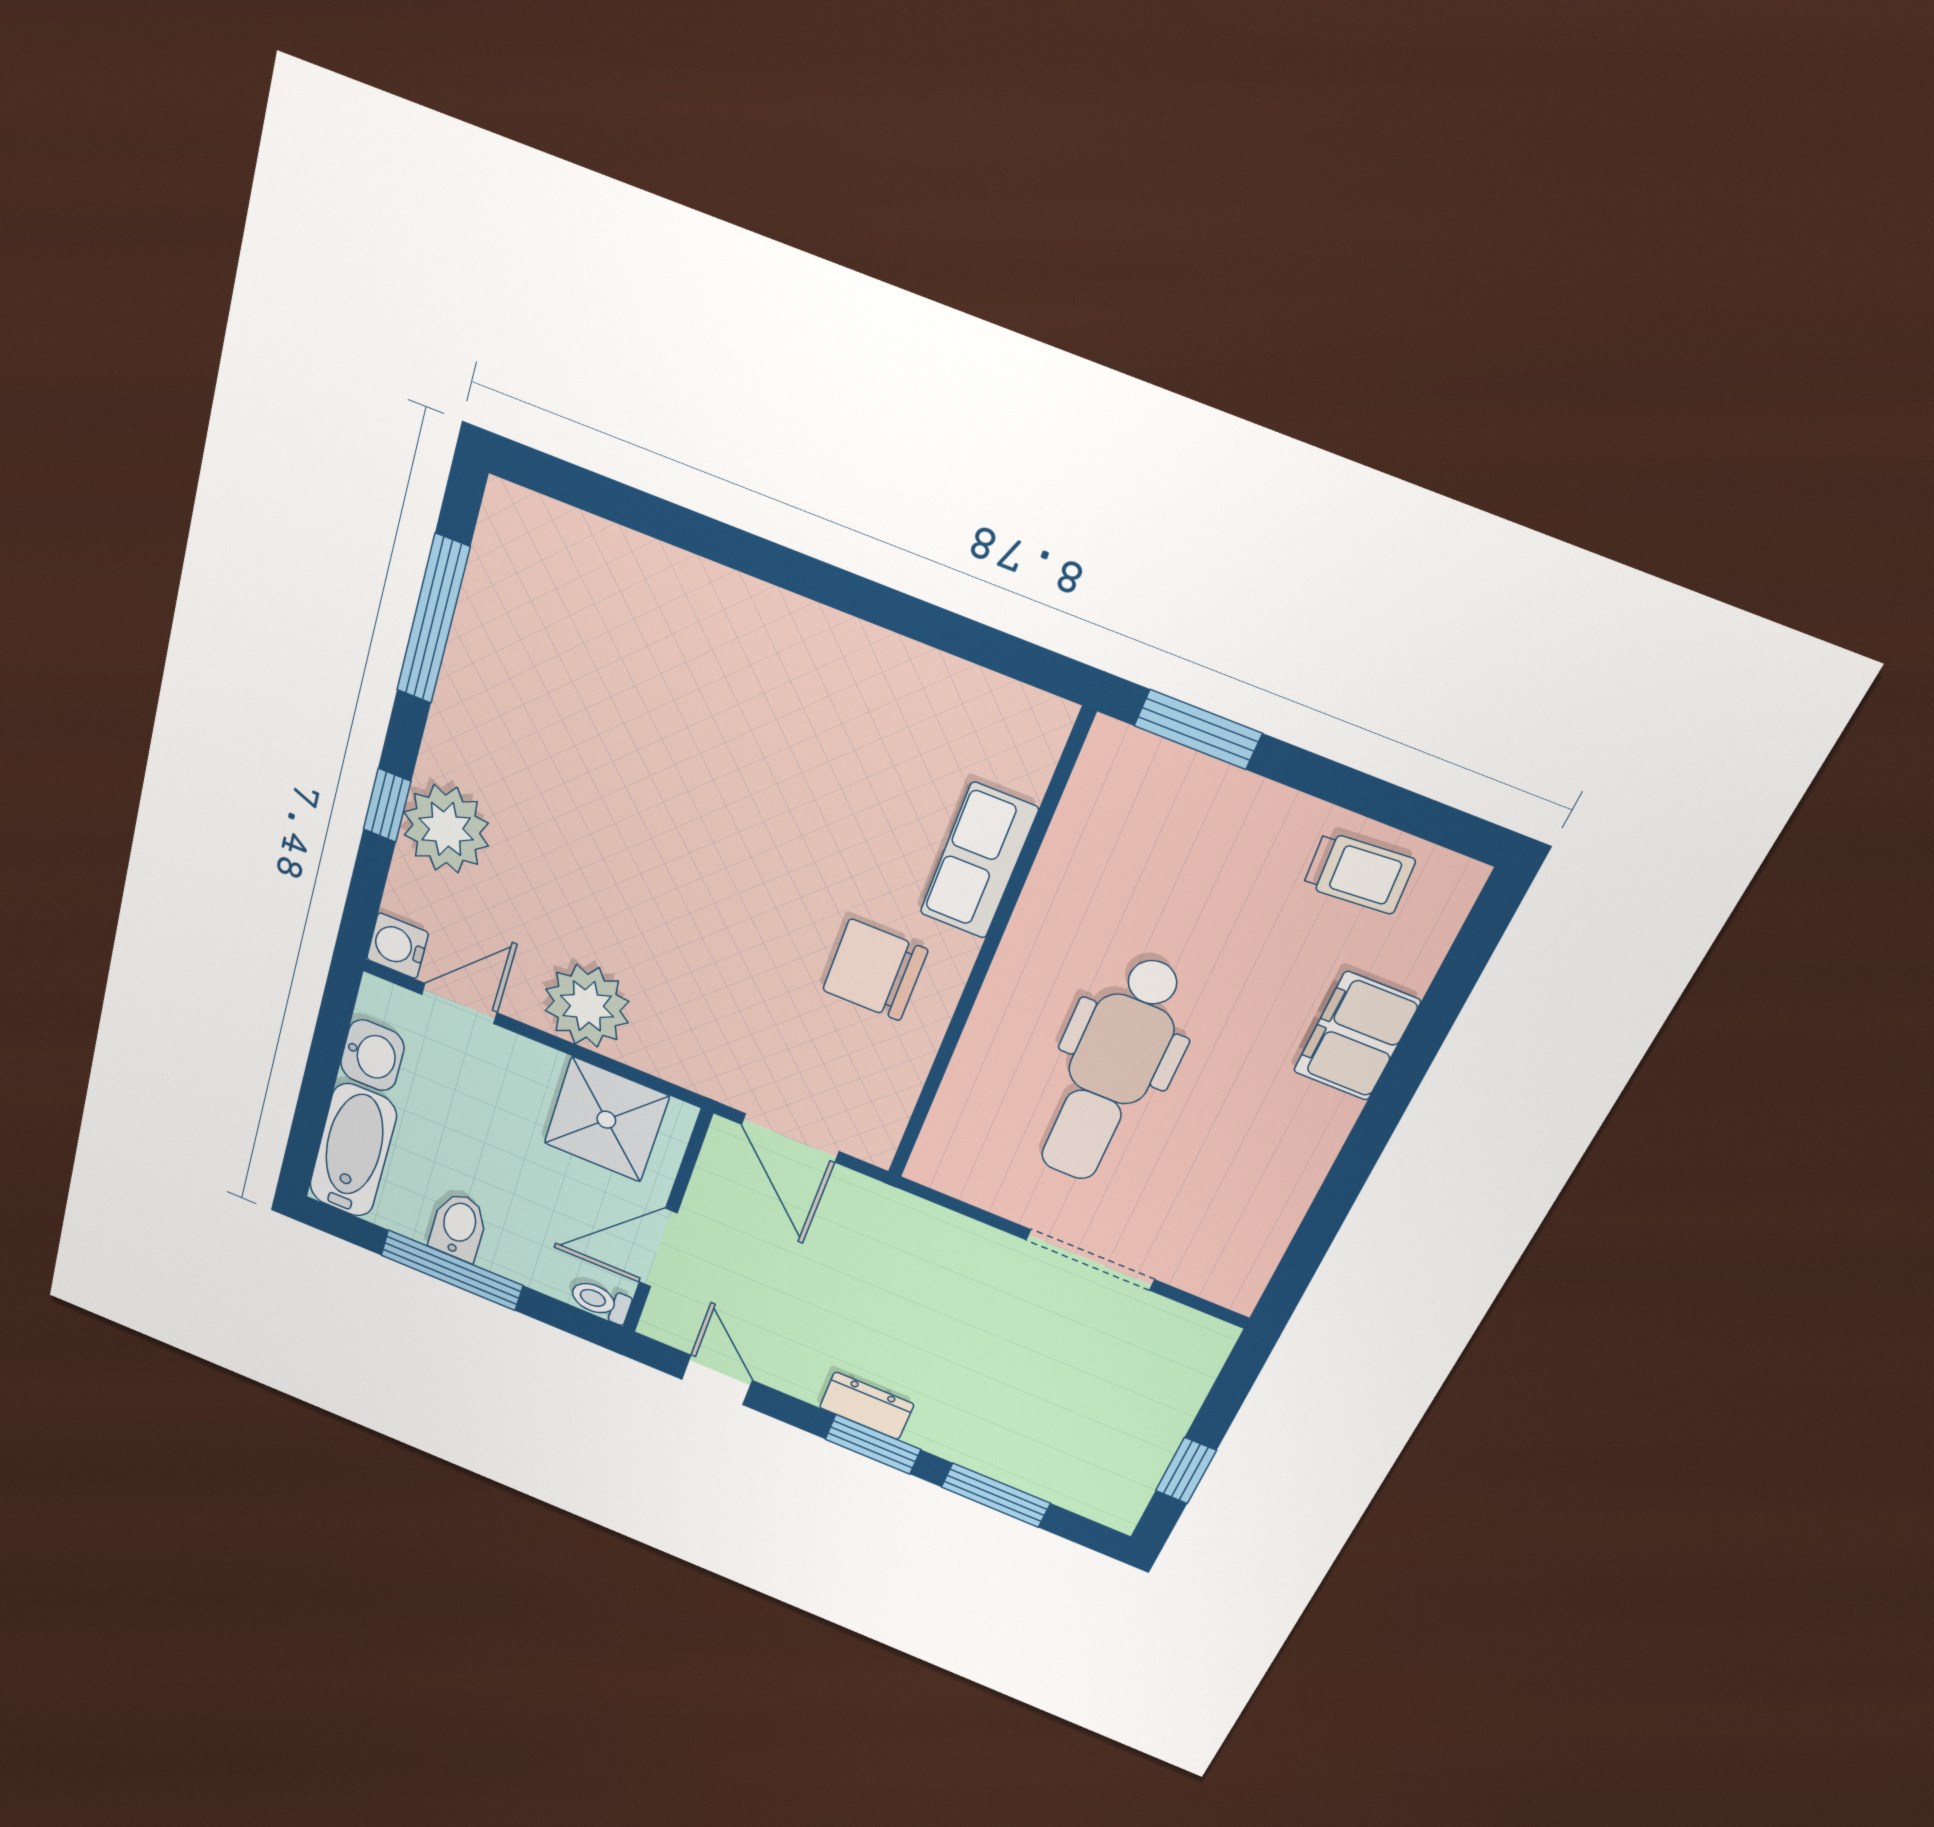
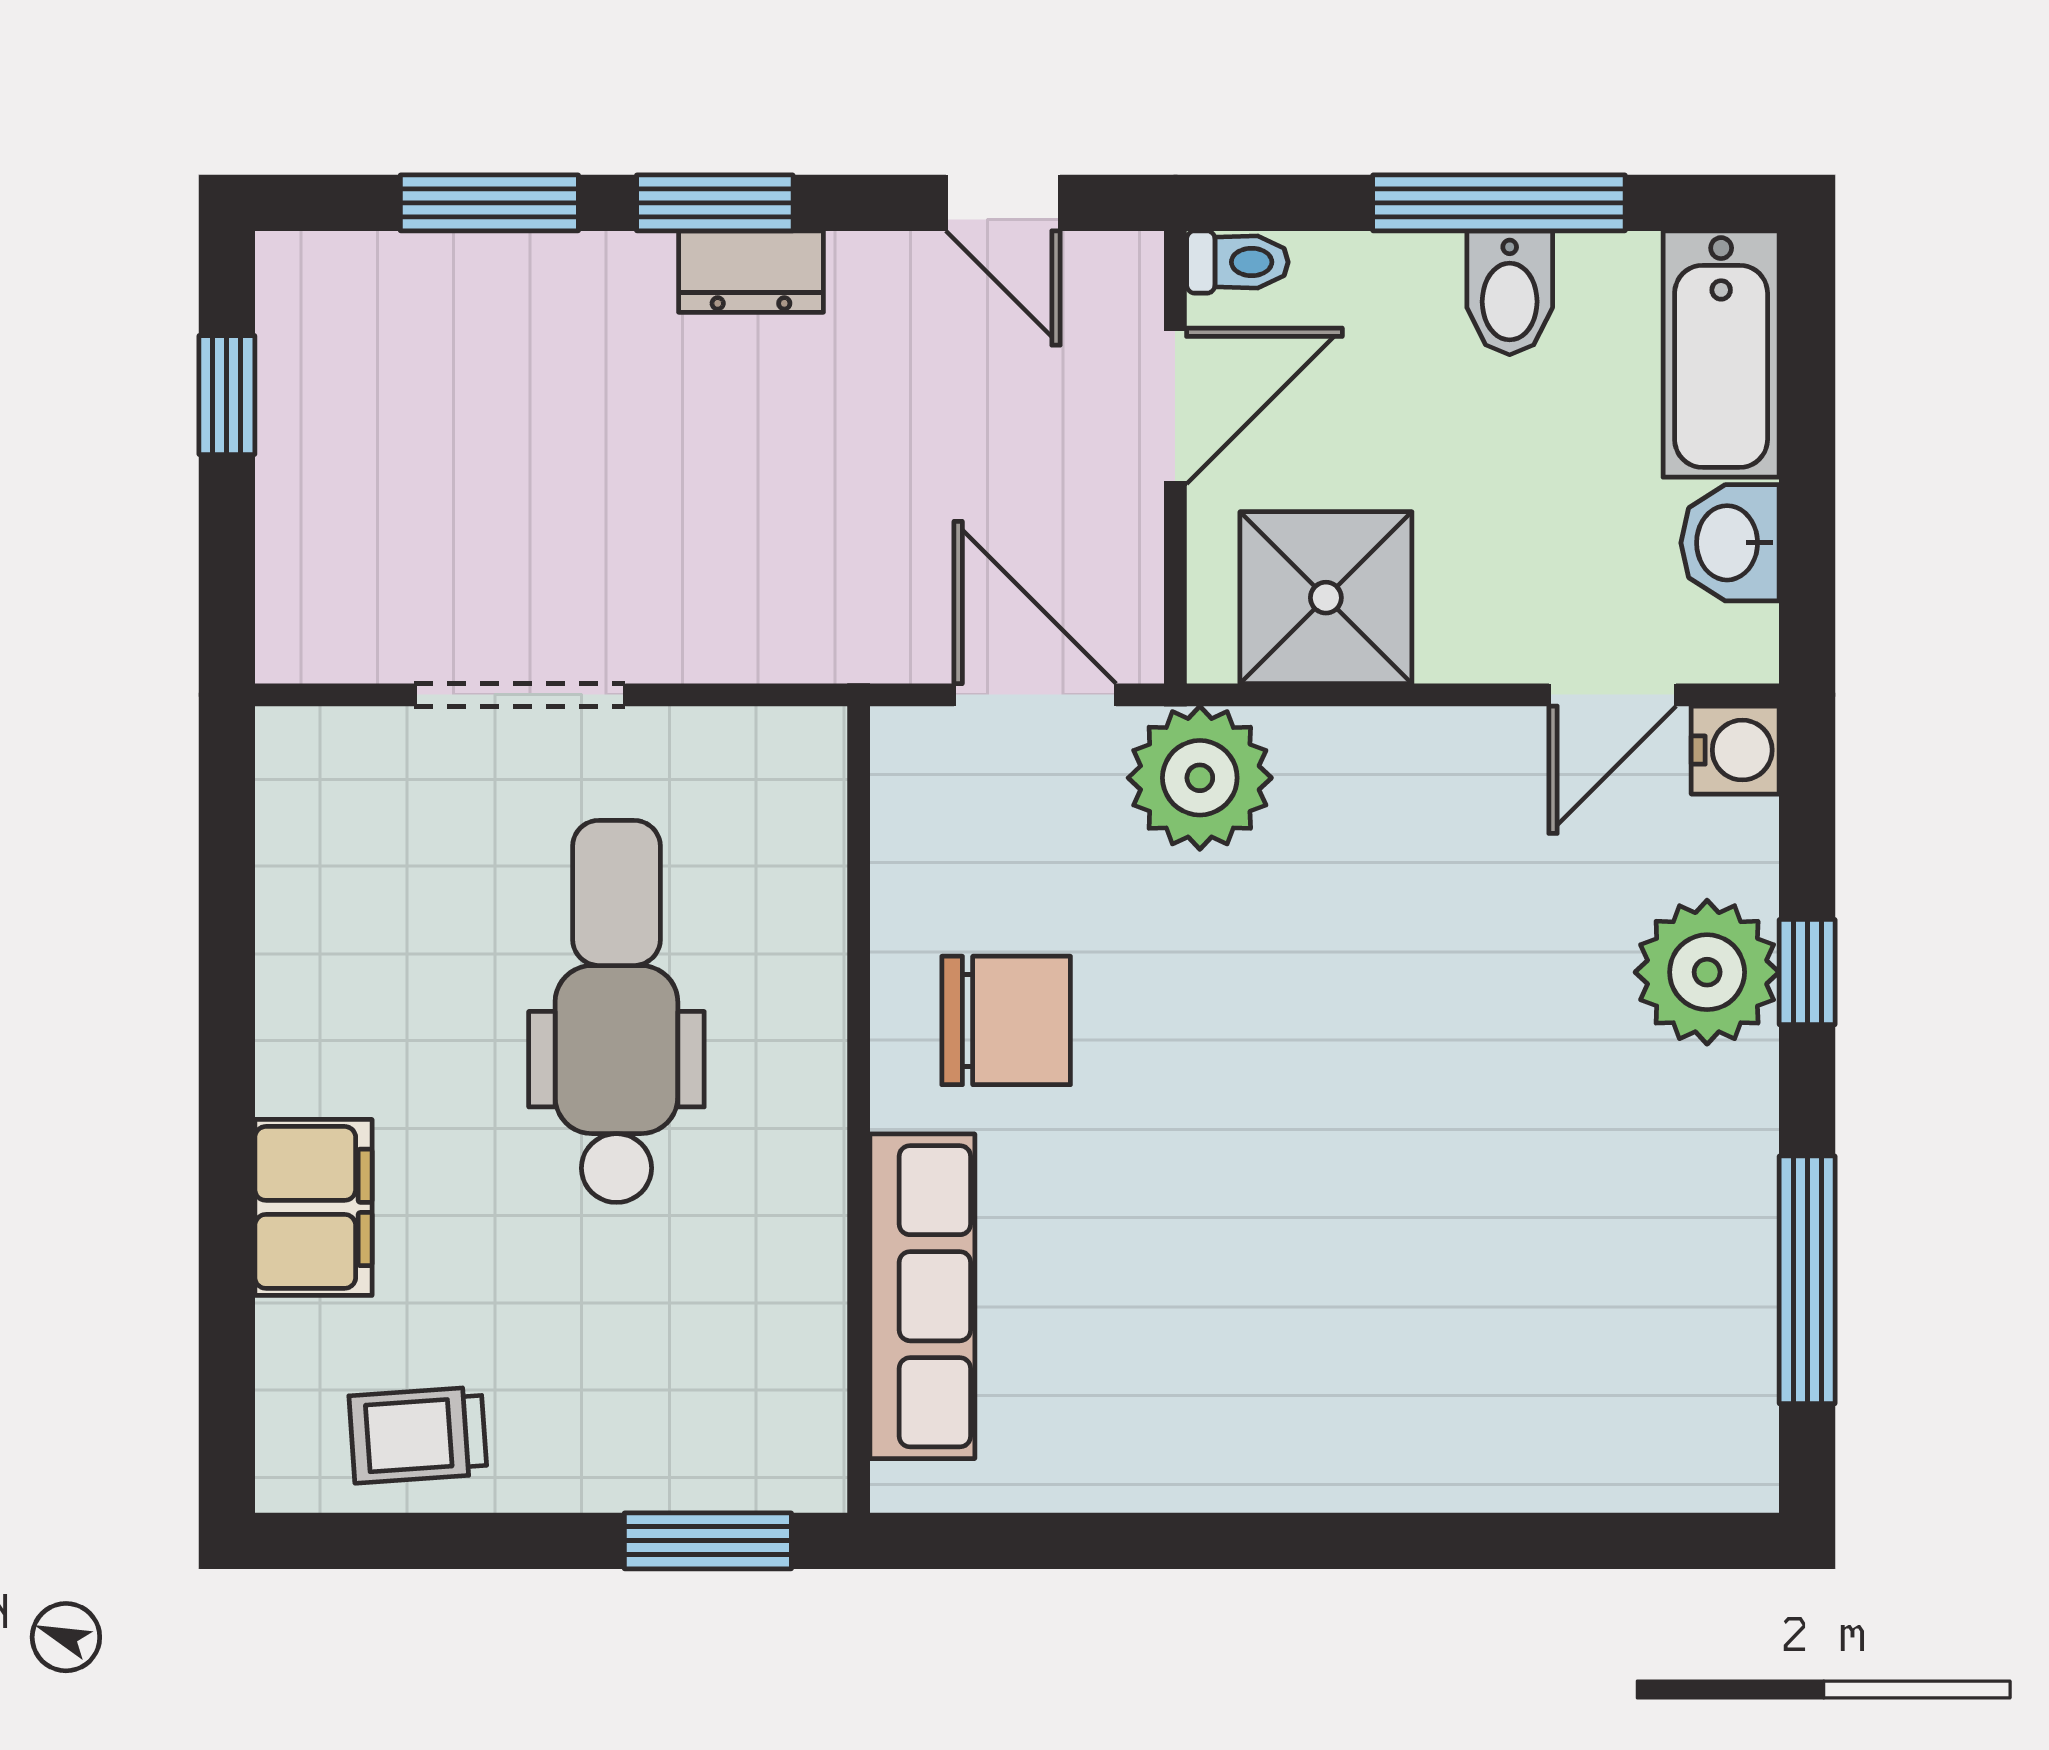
row of seats: (979, 861) -> (922, 1296), width x1.48
plant: (587, 1006) -> (1200, 778), moved

